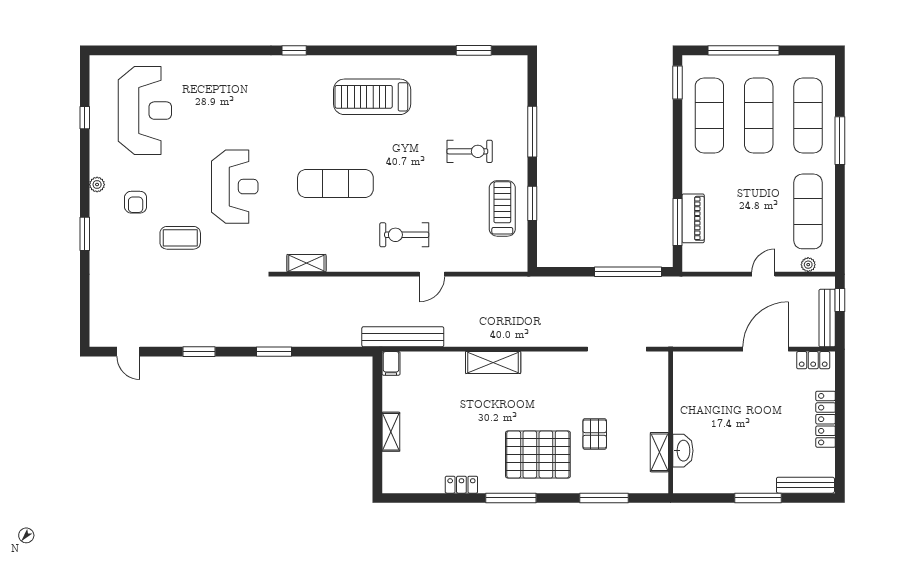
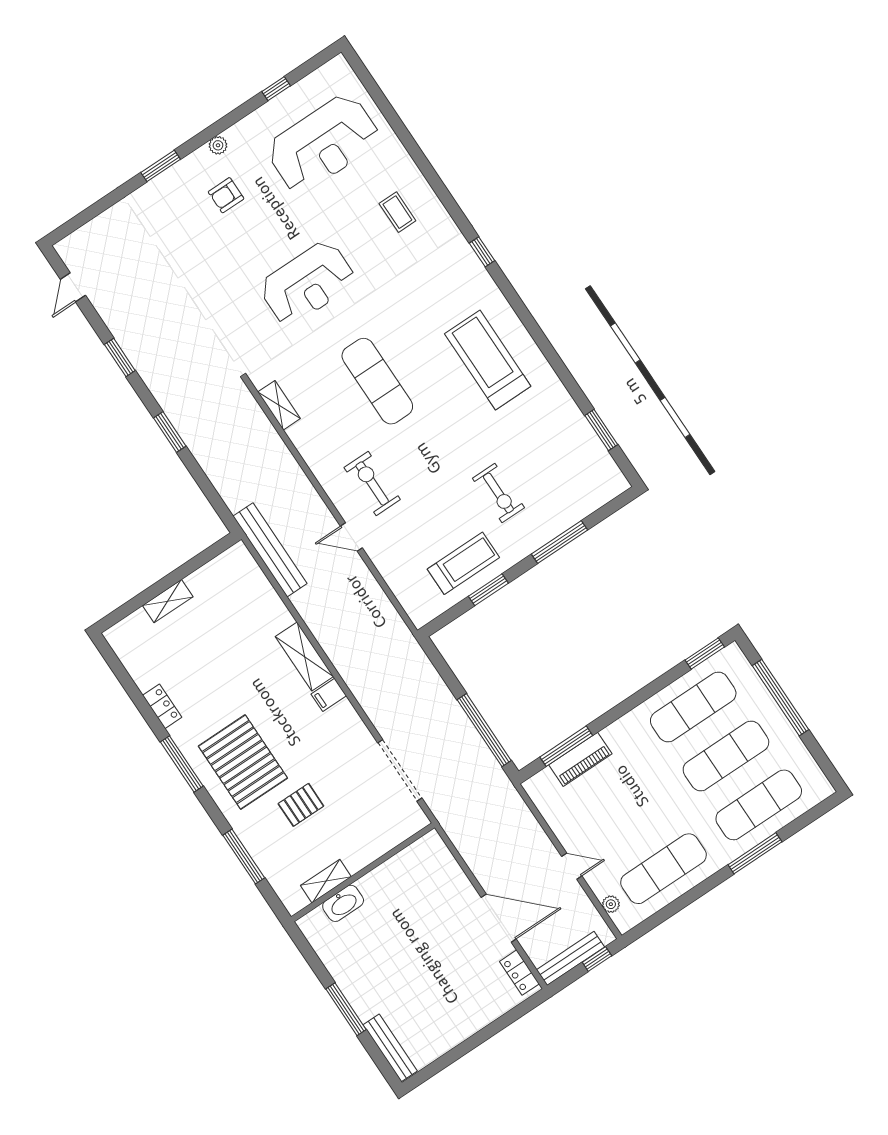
coffee table: (180, 238) -> (397, 212), moved, width x0.73, depth x0.77
filing cabinet: (391, 363) -> (329, 695), moved
locker: (826, 419) -> (469, 1024), removed

